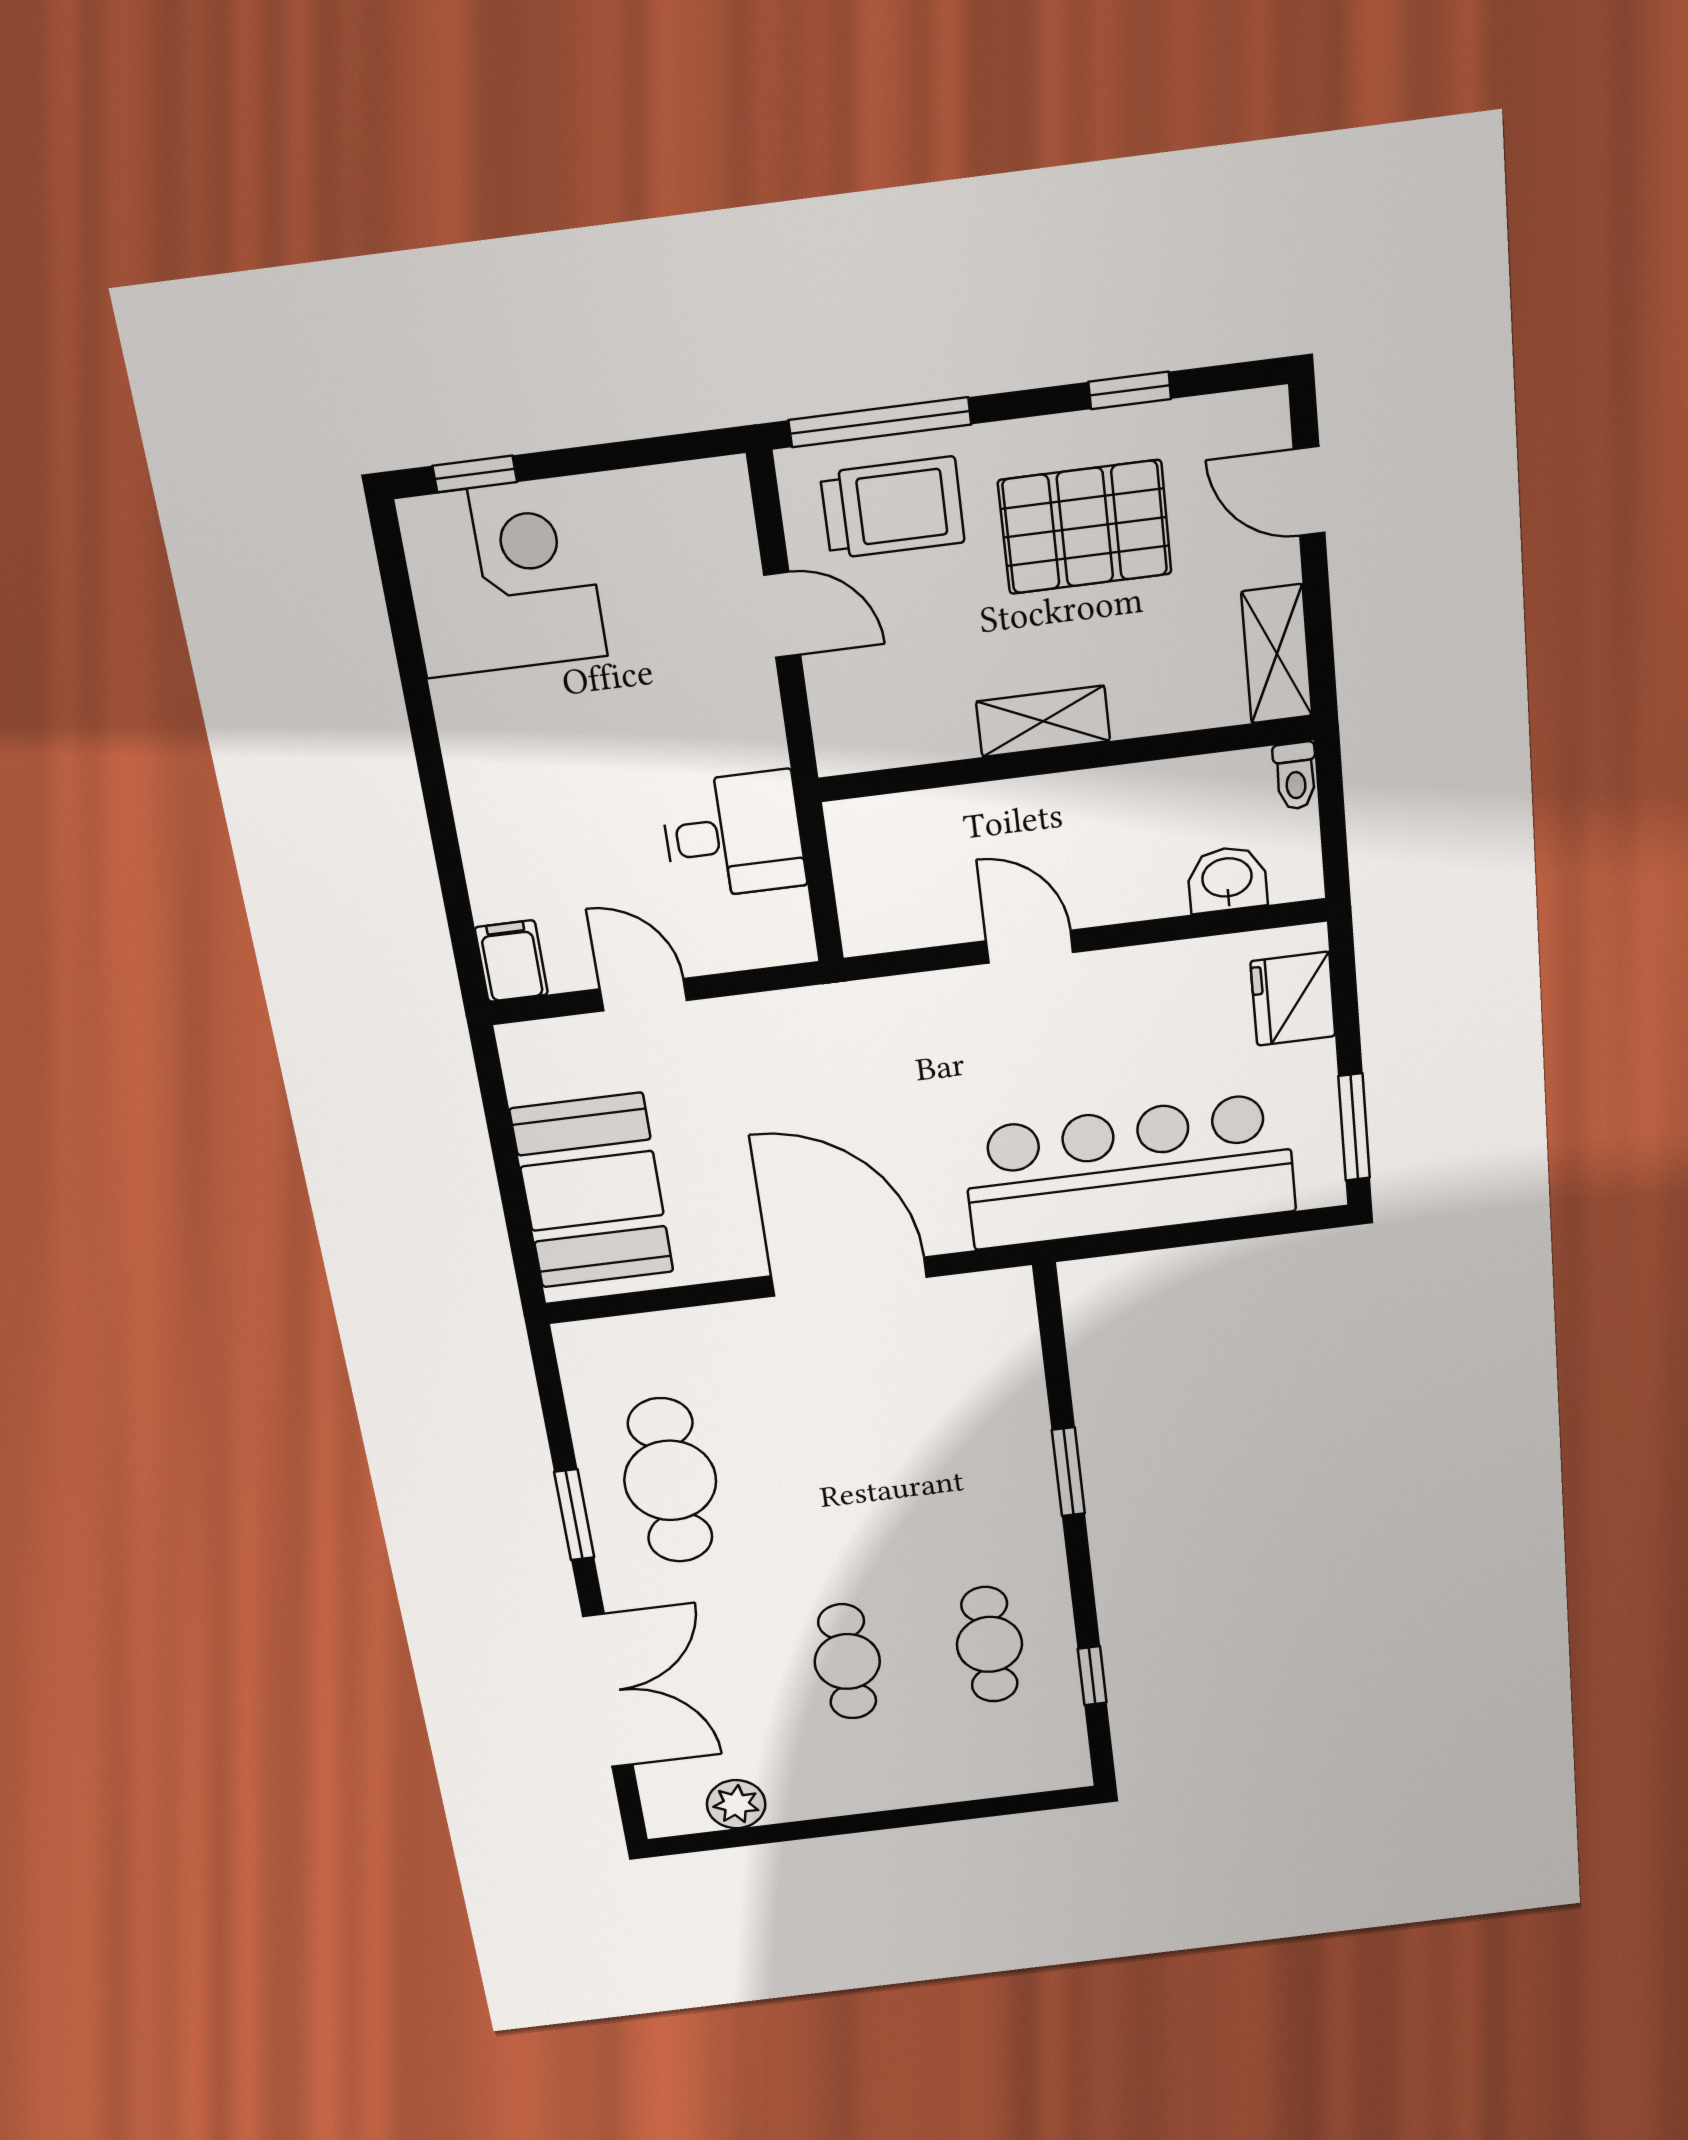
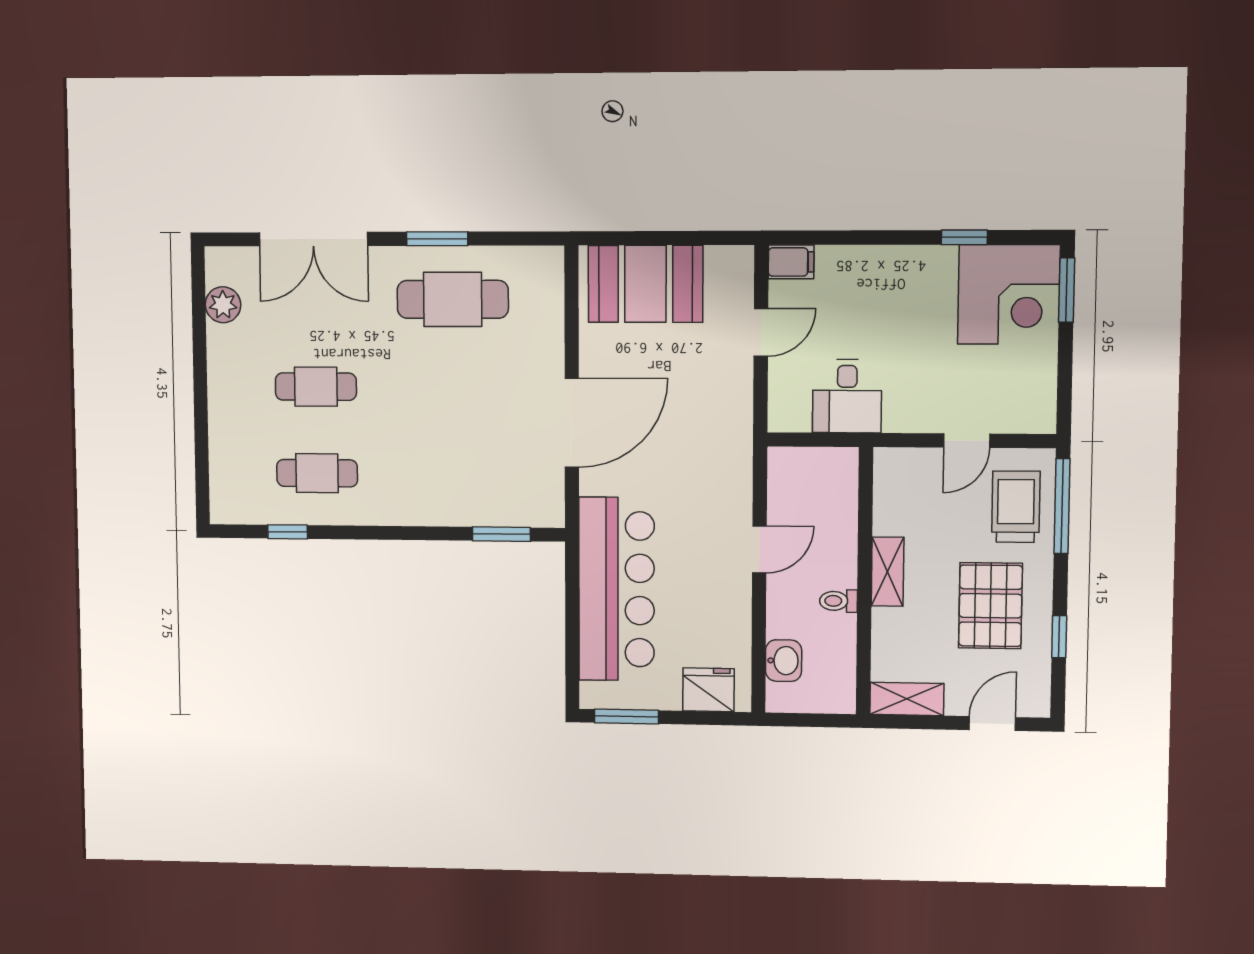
window: (475, 474) -> (1067, 290), width x1.50
trolley: (893, 508) -> (1016, 507), turned 180
window: (413, 672) -> (964, 237), added
toilet: (1295, 776) -> (838, 601), moved
window: (1068, 1472) -> (501, 534), moved

